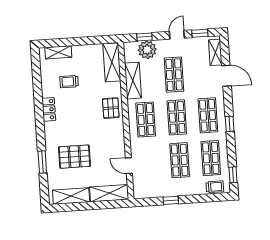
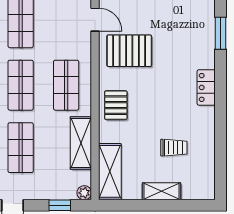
plant: (147, 50) -> (84, 193), moved, width x0.53, depth x0.53
shelving: (58, 52) -> (162, 191), moved
locker: (49, 109) -> (206, 87), moved
pallet: (75, 157) -> (129, 51), moved

